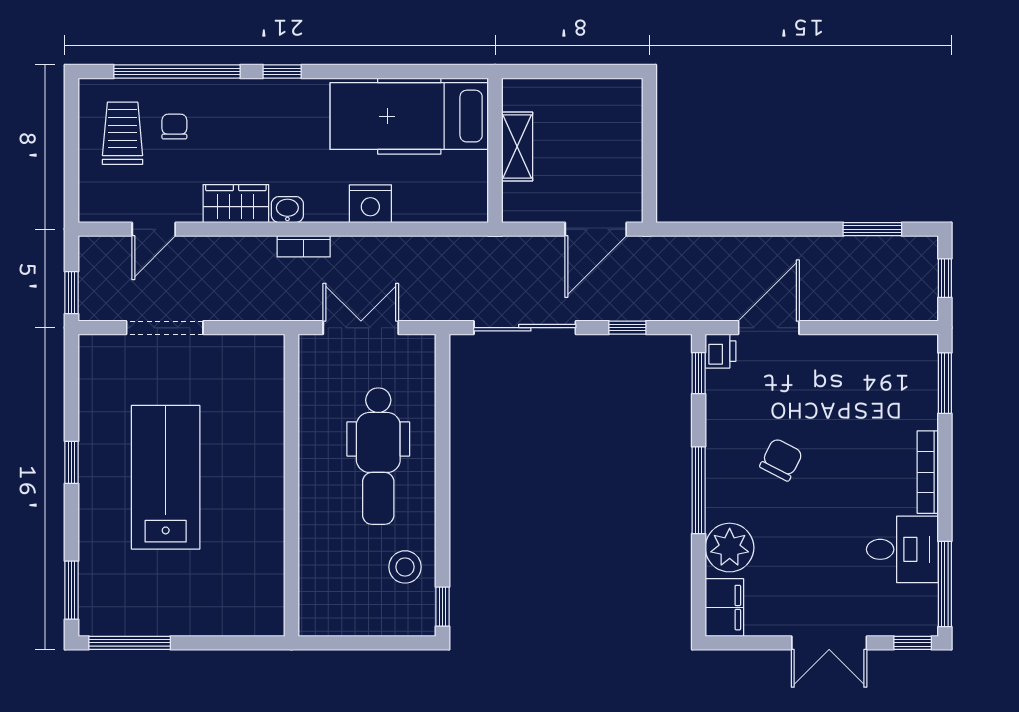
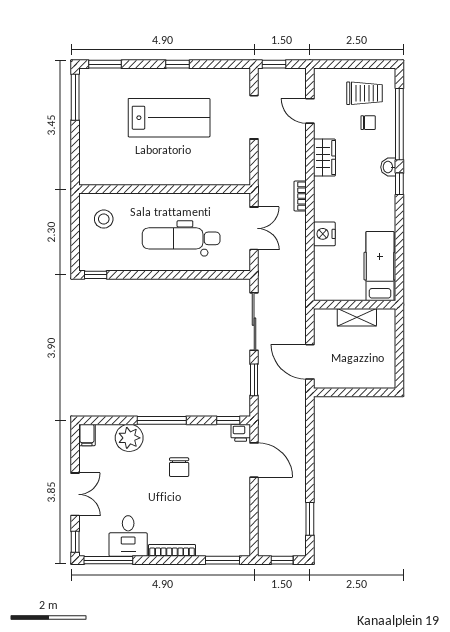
hospital bed: (409, 116) -> (380, 266), width x0.73, depth x0.78
washbasin: (287, 210) -> (388, 167), moved, turned 180
window: (627, 328) -> (254, 380), width x1.50
chair: (781, 460) -> (179, 467), turned 63
stool: (405, 567) -> (104, 219), moved
filing cabinet: (724, 608) -> (87, 435), width x0.50
double door: (829, 643) -> (75, 494), swing flipped

